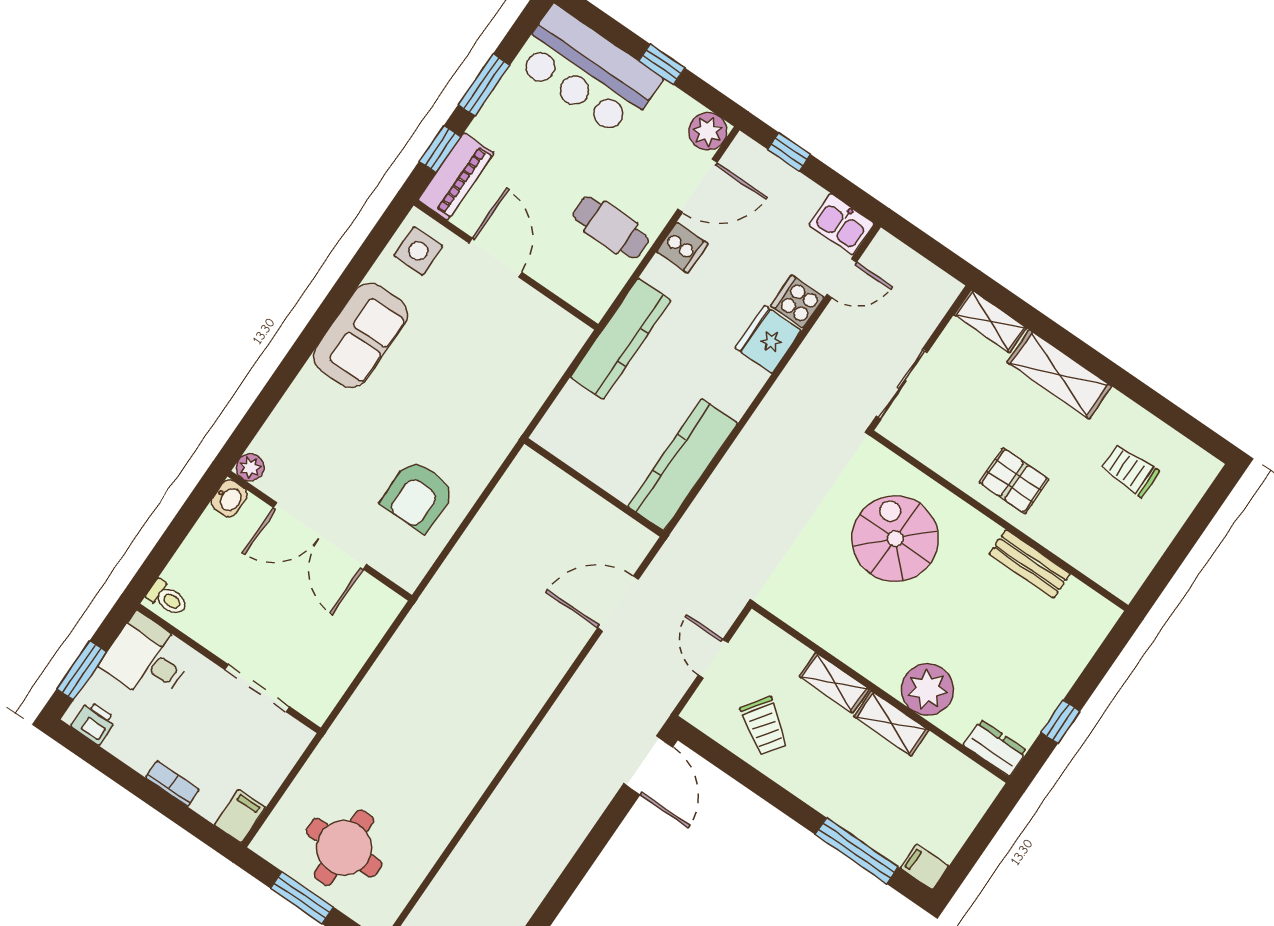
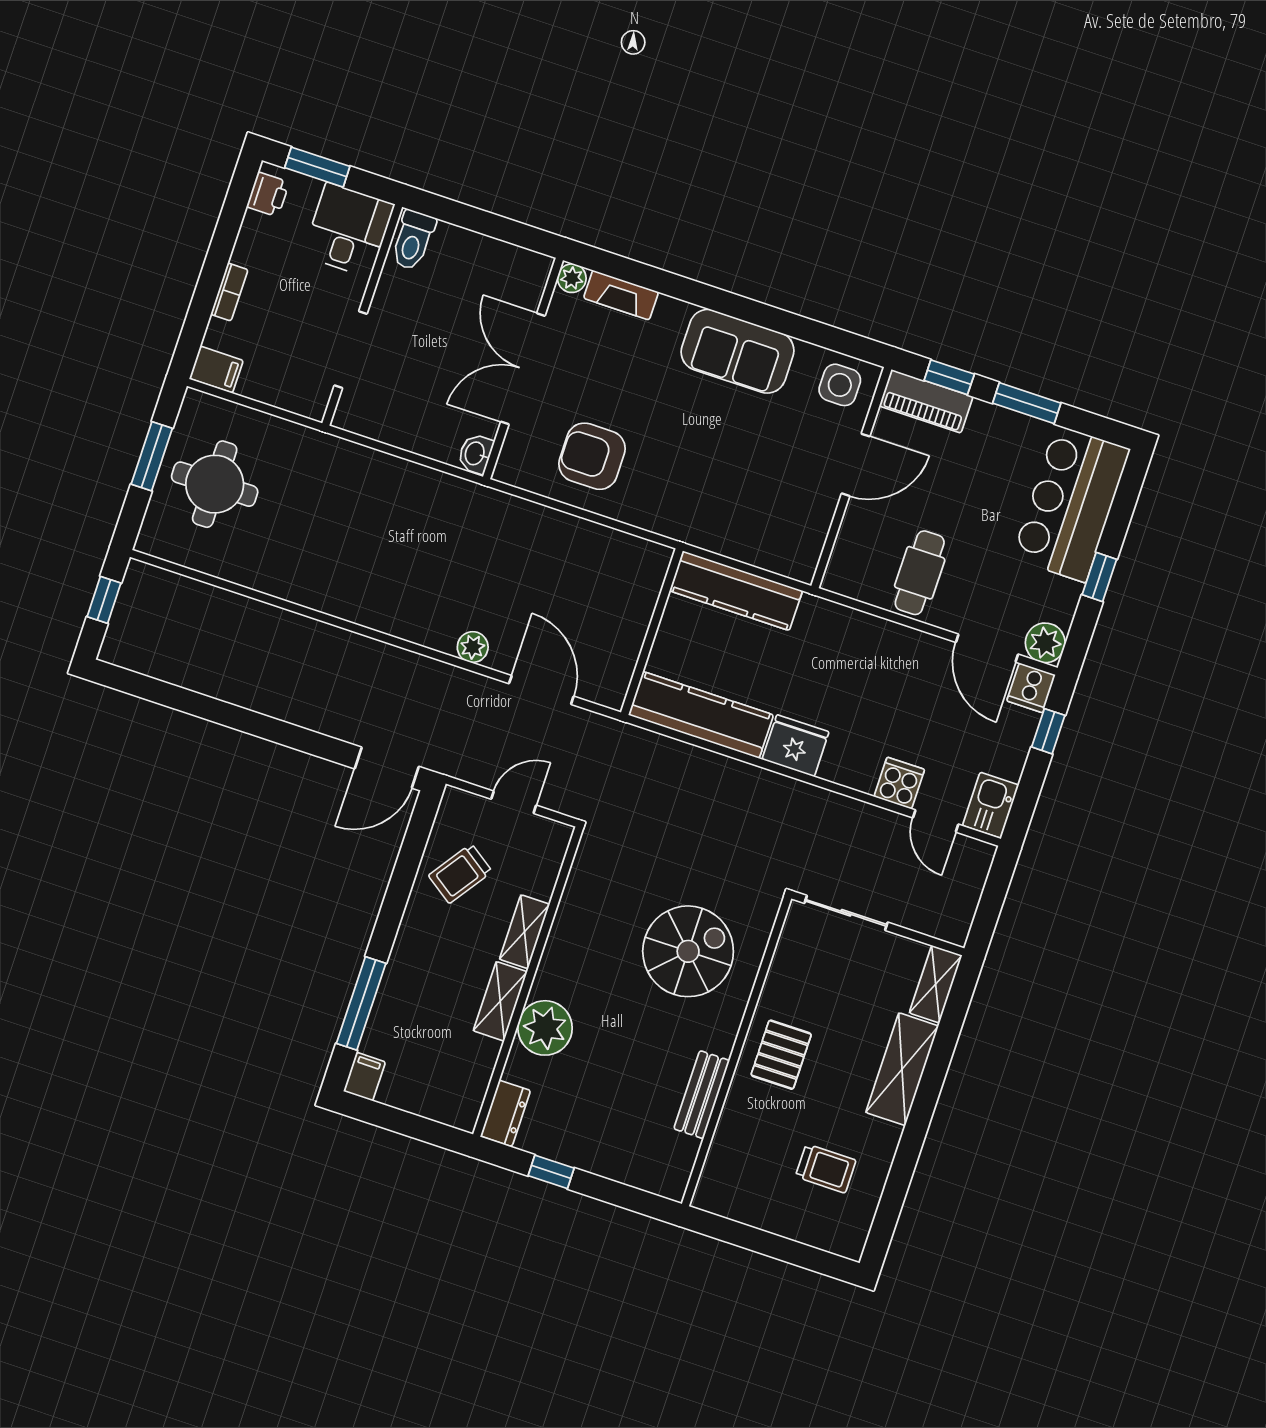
cooker: (682, 248) -> (1031, 688), moved
kitchen counter: (621, 339) -> (736, 591), moved
fridge: (768, 339) -> (796, 746), moved
fireplace: (279, 427) -> (621, 295), added
trolley: (1130, 470) -> (826, 1168), turned 90
washbasin: (229, 498) -> (475, 454), moved, turned 90
toilet: (167, 598) -> (413, 240), width x1.37, depth x1.39
plant: (561, 655) -> (473, 647), added

